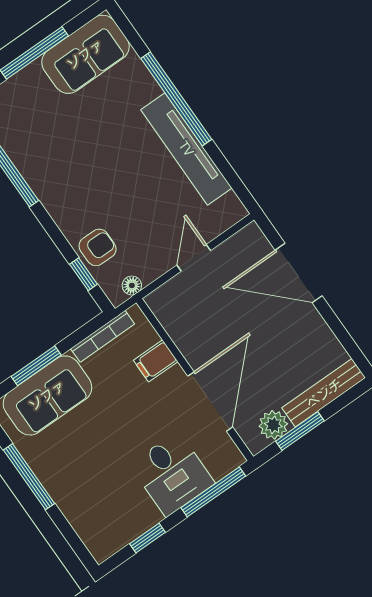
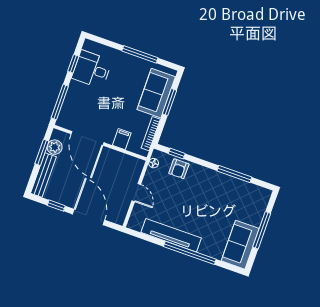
door: (299, 273) -> (89, 217), hinge flipped
window: (338, 329) -> (56, 206), added
desk: (172, 474) -> (92, 69), moved

